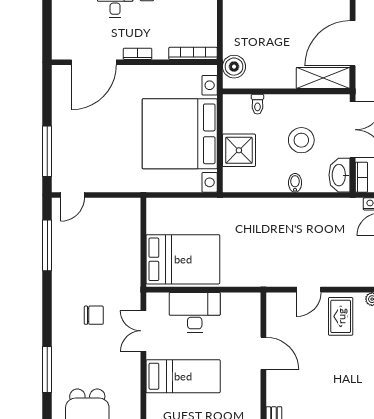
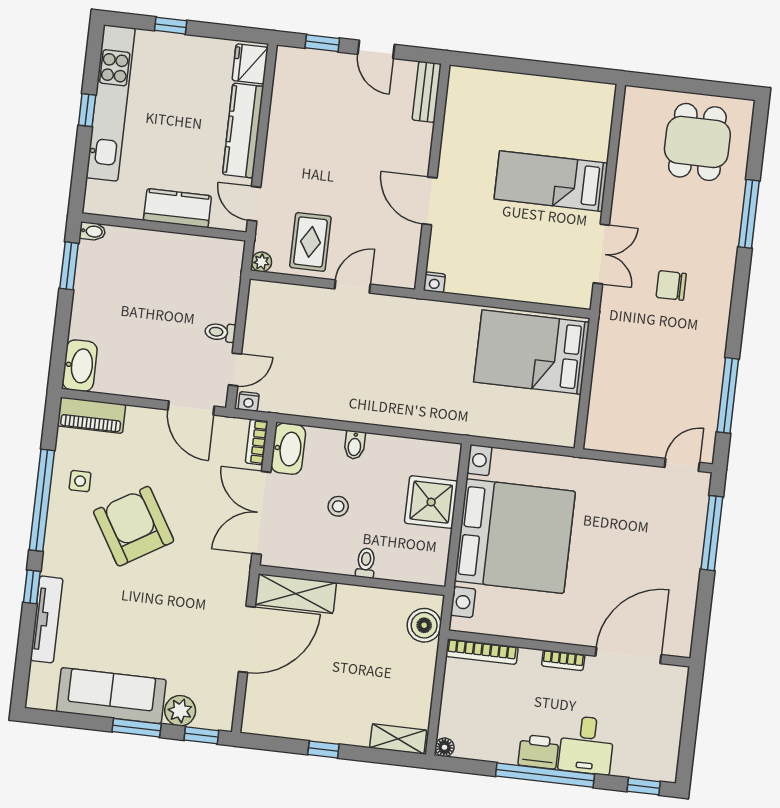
toilet: (257, 104) -> (366, 563), moved
stool: (301, 140) -> (338, 506), width x0.53, depth x0.53
nightstand: (254, 299) -> (434, 282), added
desk: (195, 312) -> (523, 273), removed

